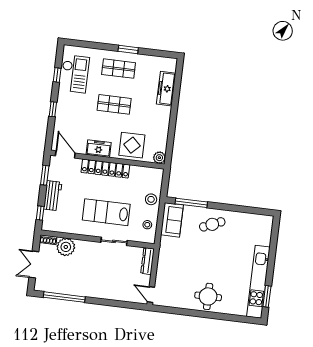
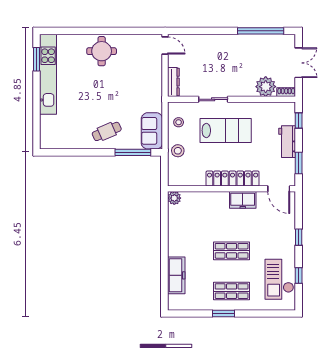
display table: (132, 145) -> (206, 208), removed

